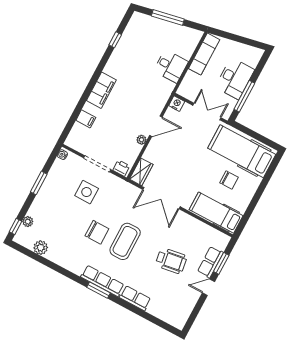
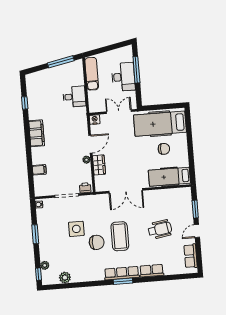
window: (168, 18) -> (61, 62), moved
filing cabinet: (101, 90) -> (37, 133), moved
window: (244, 96) -> (136, 70), moved
wardrobe: (141, 172) -> (99, 165), moved
side table: (87, 192) -> (76, 229), moved
row of seats: (210, 262) -> (191, 256), moved

